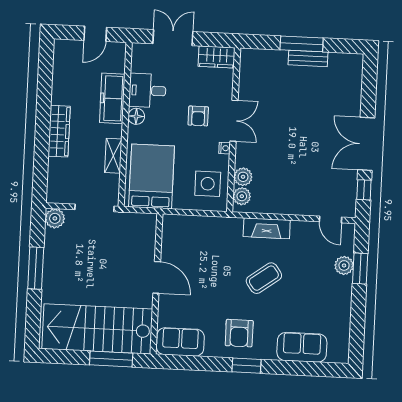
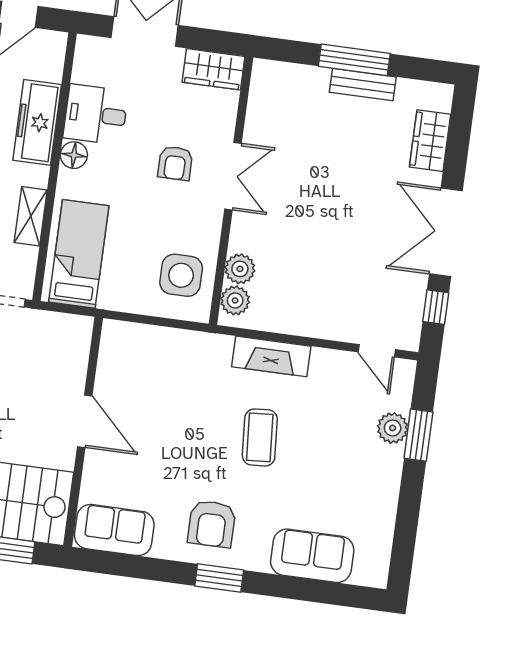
wardrobe: (352, 89) -> (430, 141), added
nightstand: (225, 148) -> (214, 219), removed
bed: (152, 176) -> (79, 254), width x0.67
coffee table: (264, 278) -> (260, 437), turned -58

